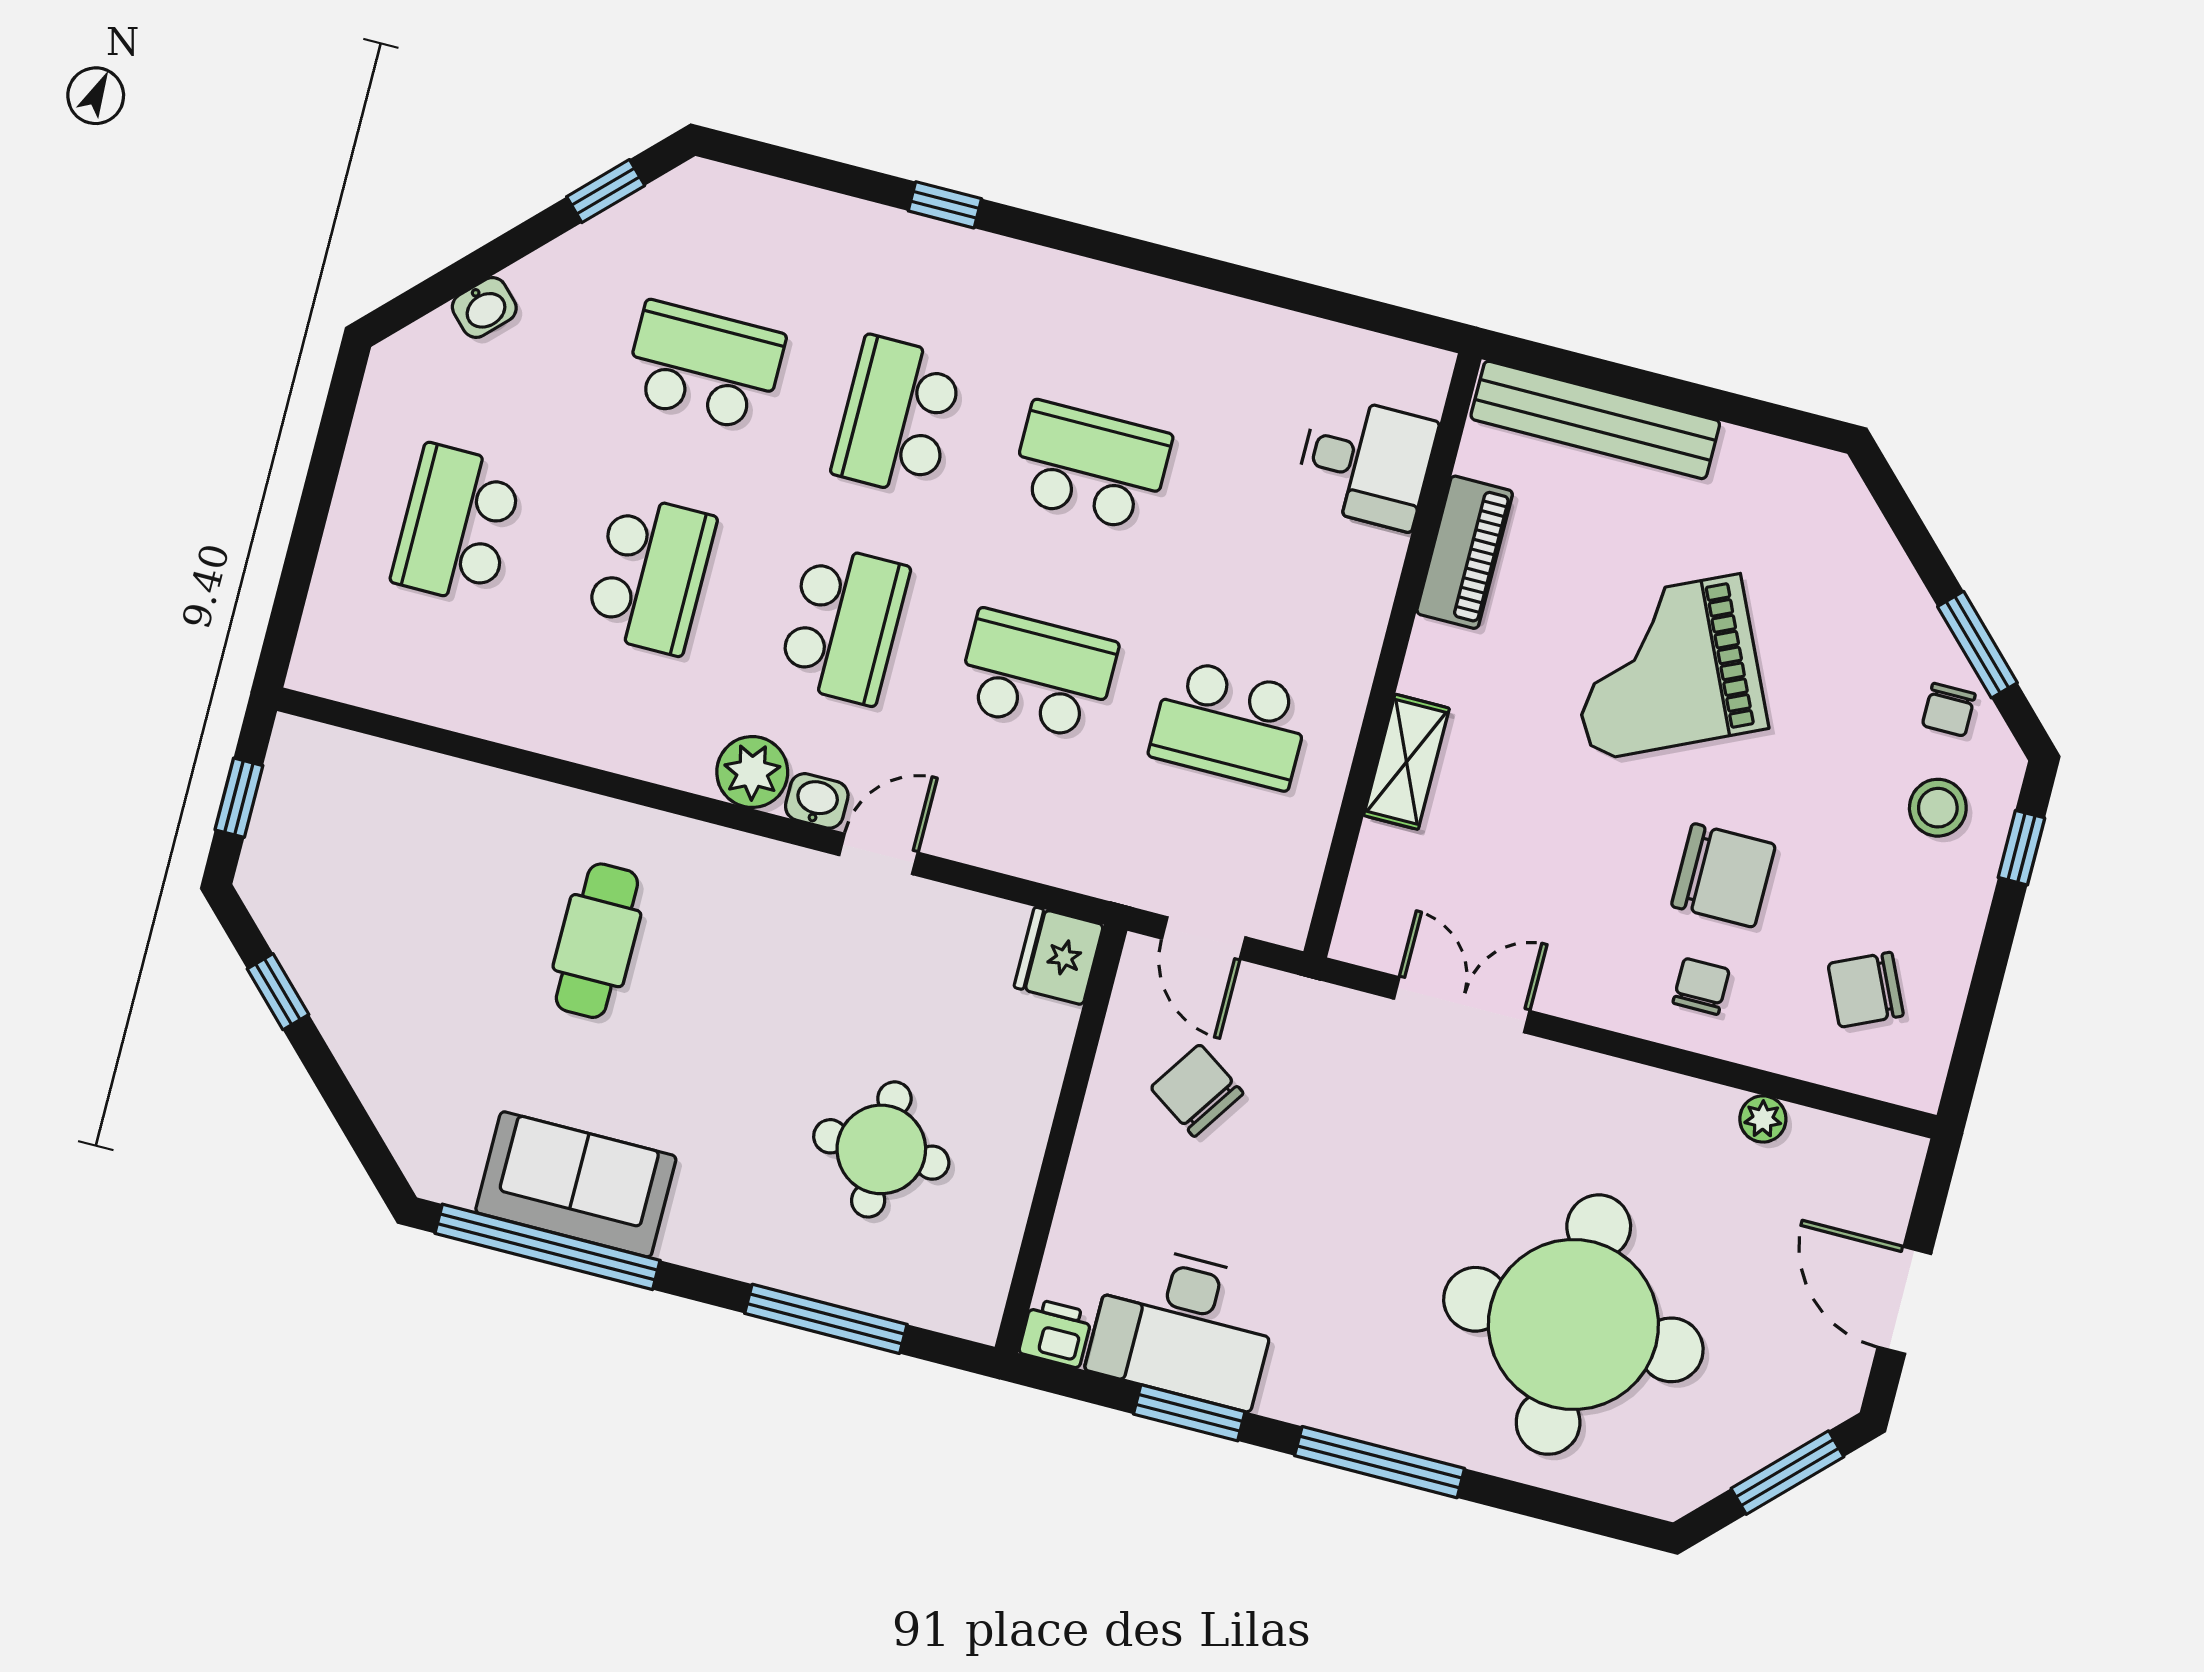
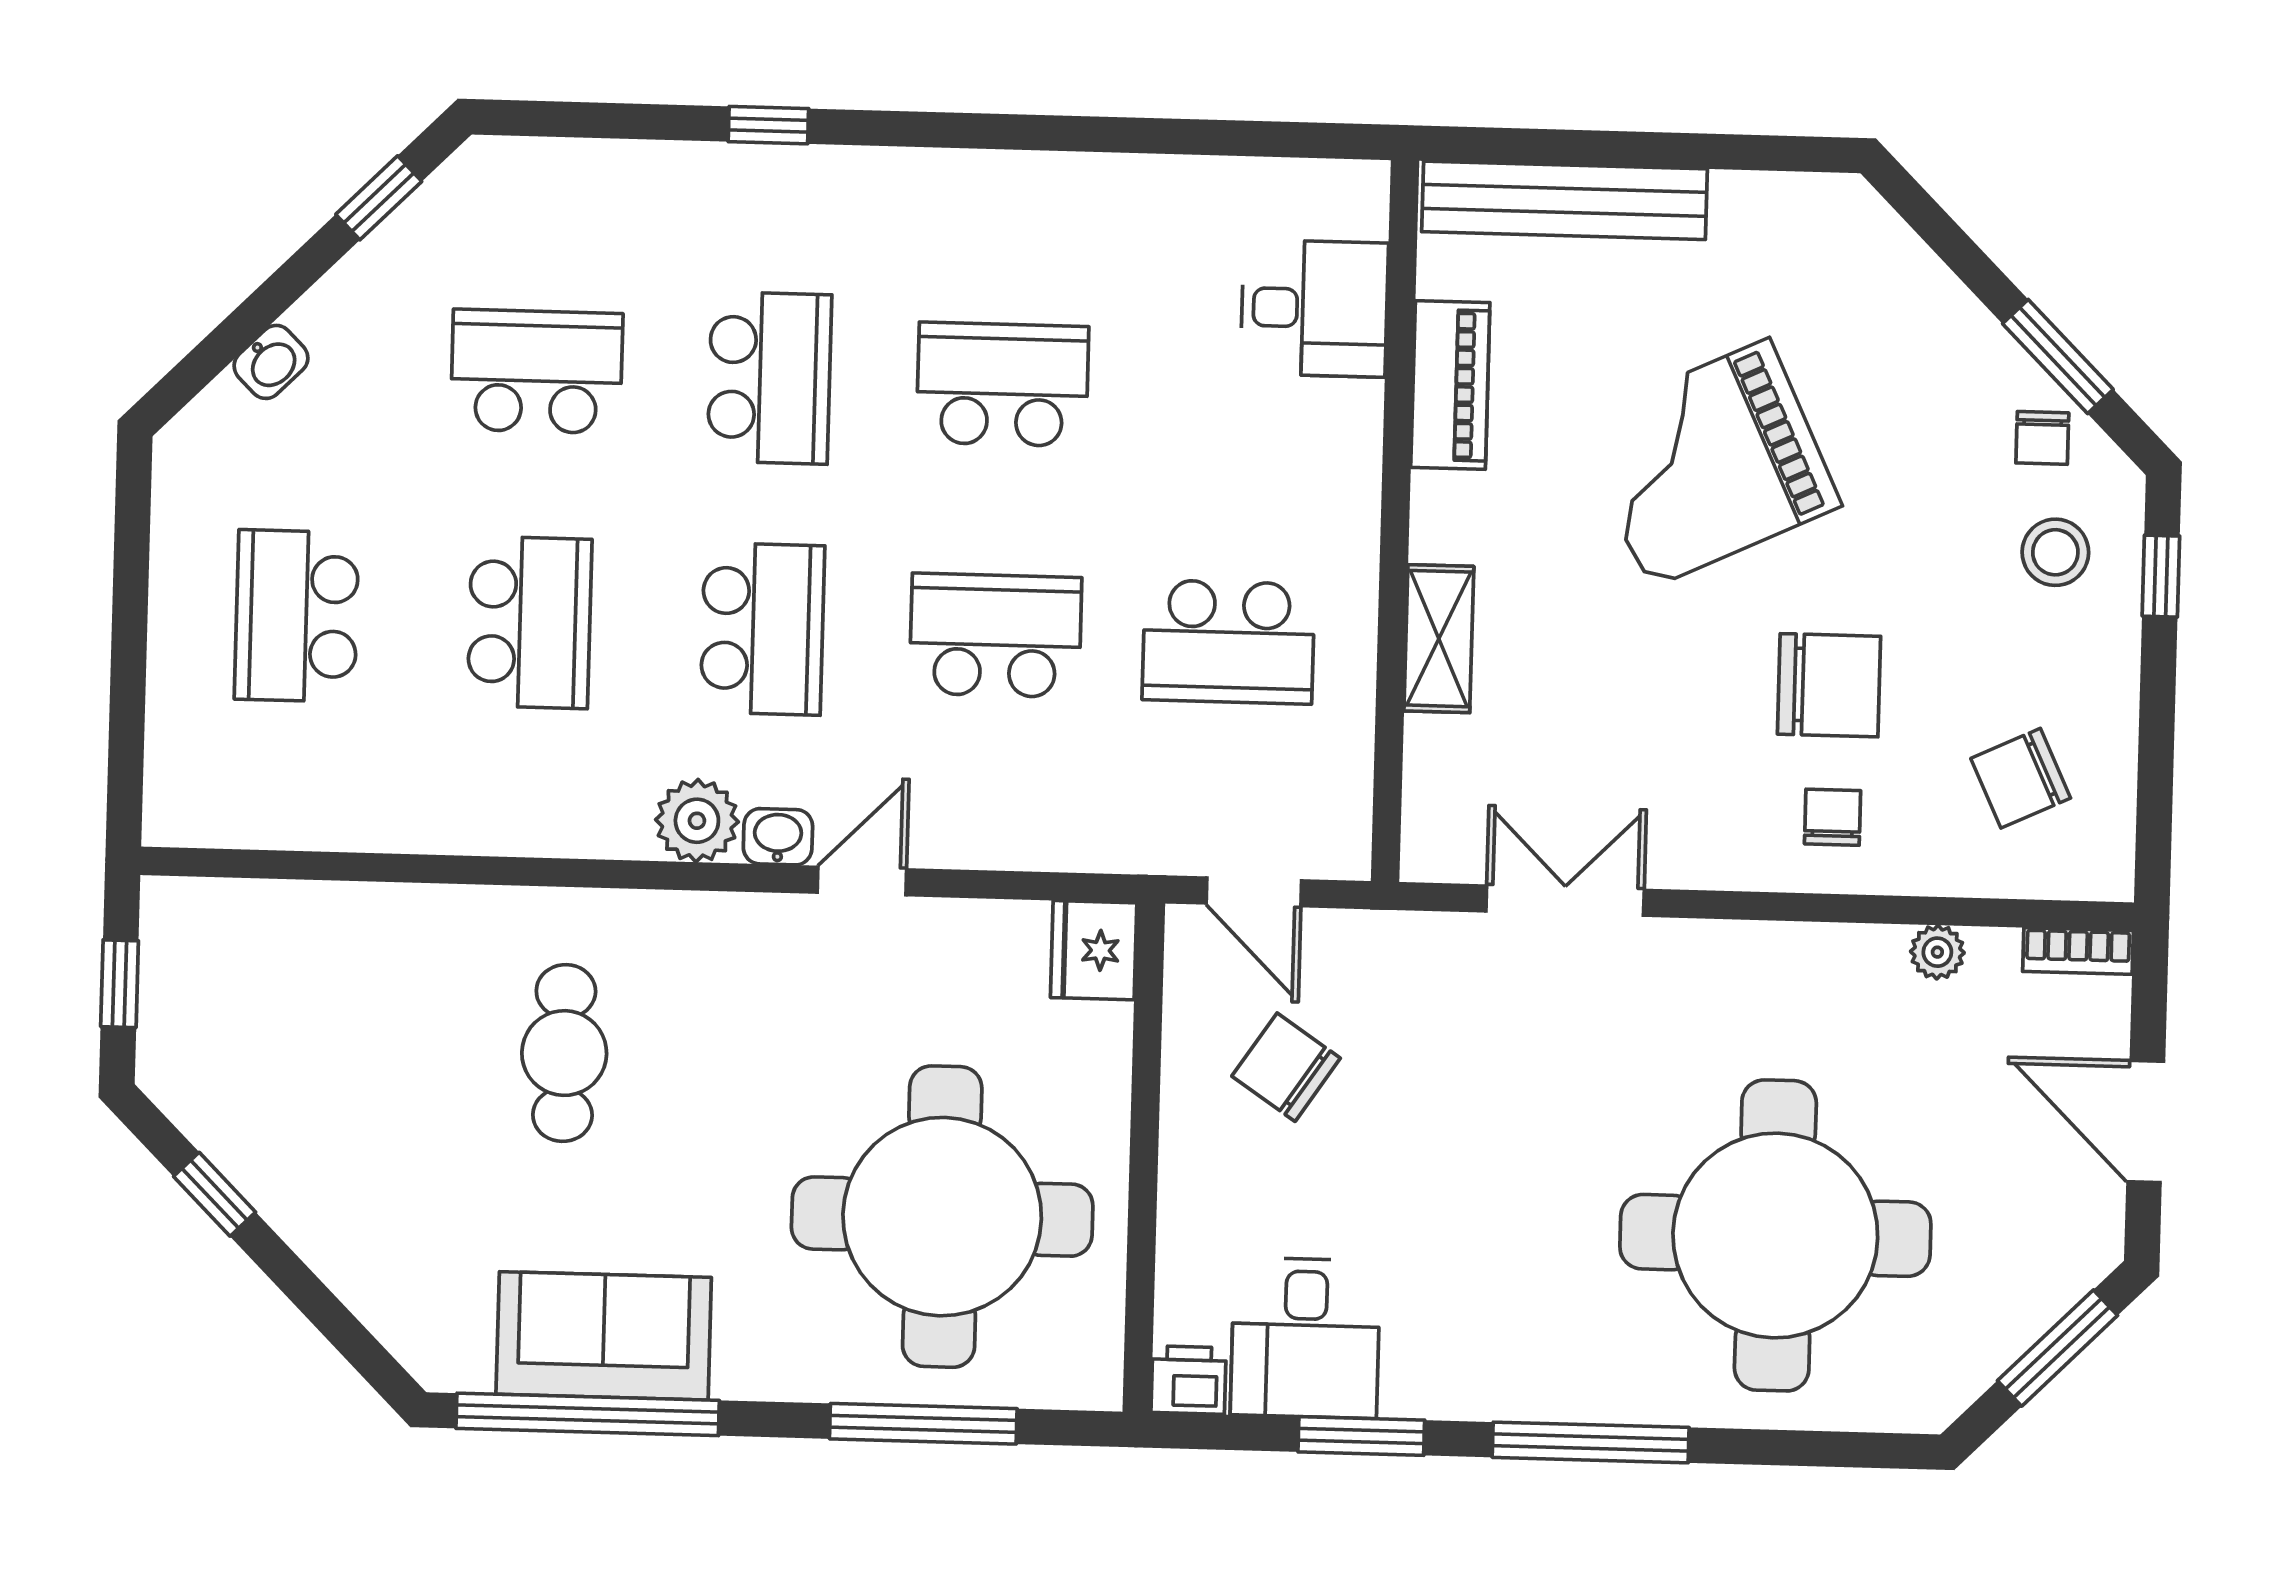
school desk: (898, 416) -> (770, 378), turned 180
bookcase: (1880, 1145) -> (2078, 951), added
round table: (881, 1149) -> (942, 1217), width x1.86, depth x1.86
desk: (1184, 1326) -> (1305, 1338), width x0.73

